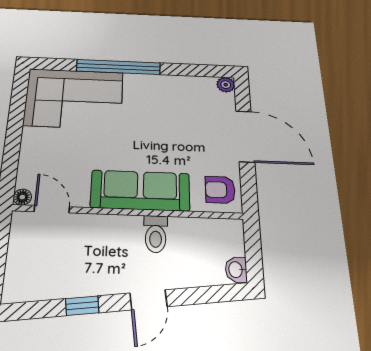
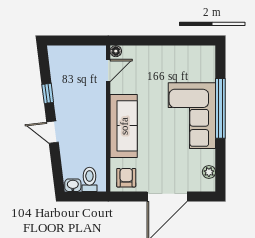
plant: (226, 85) -> (209, 172), moved
corner sofa: (74, 99) -> (192, 116), moved
toilet: (156, 234) -> (89, 179), moved, turned 90

